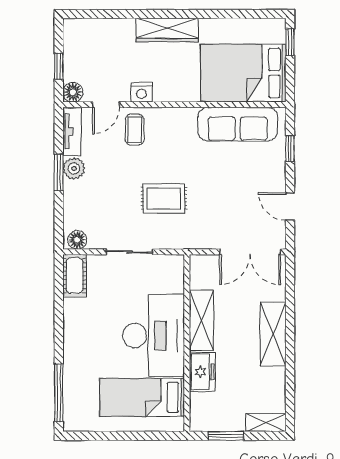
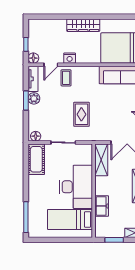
rug: (164, 198) -> (81, 114), turned 90
cot: (74, 276) -> (36, 159), width x1.37, depth x1.34
shelving: (201, 320) -> (101, 160), moved

